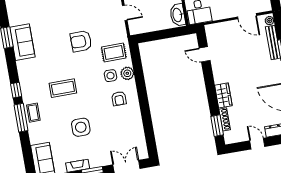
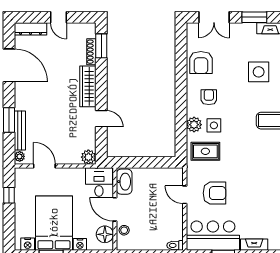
plant: (211, 30) -> (88, 157), added
armchair: (81, 41) -> (214, 193), moved
door: (205, 54) -> (101, 119), moved
wardrobe: (223, 95) -> (88, 86), width x1.50
armchair: (131, 127) -> (201, 63), added

